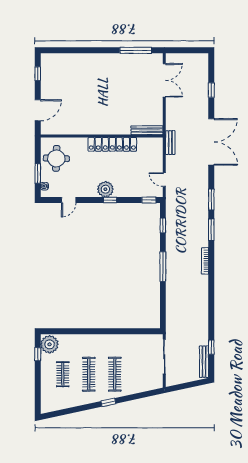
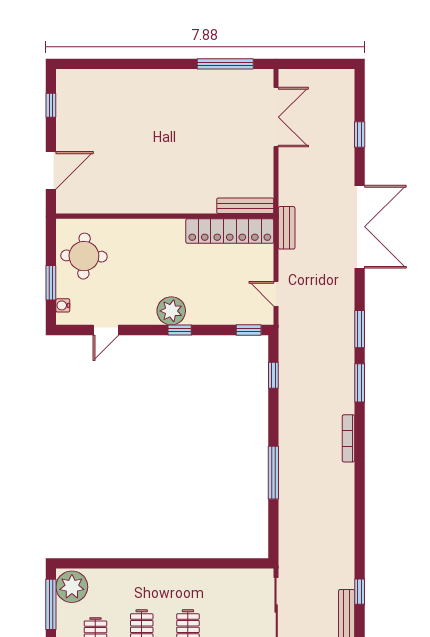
locker: (112, 144) -> (230, 231), moved
window: (163, 267) -> (273, 473), moved
window: (38, 354) -> (51, 604), width x2.17

